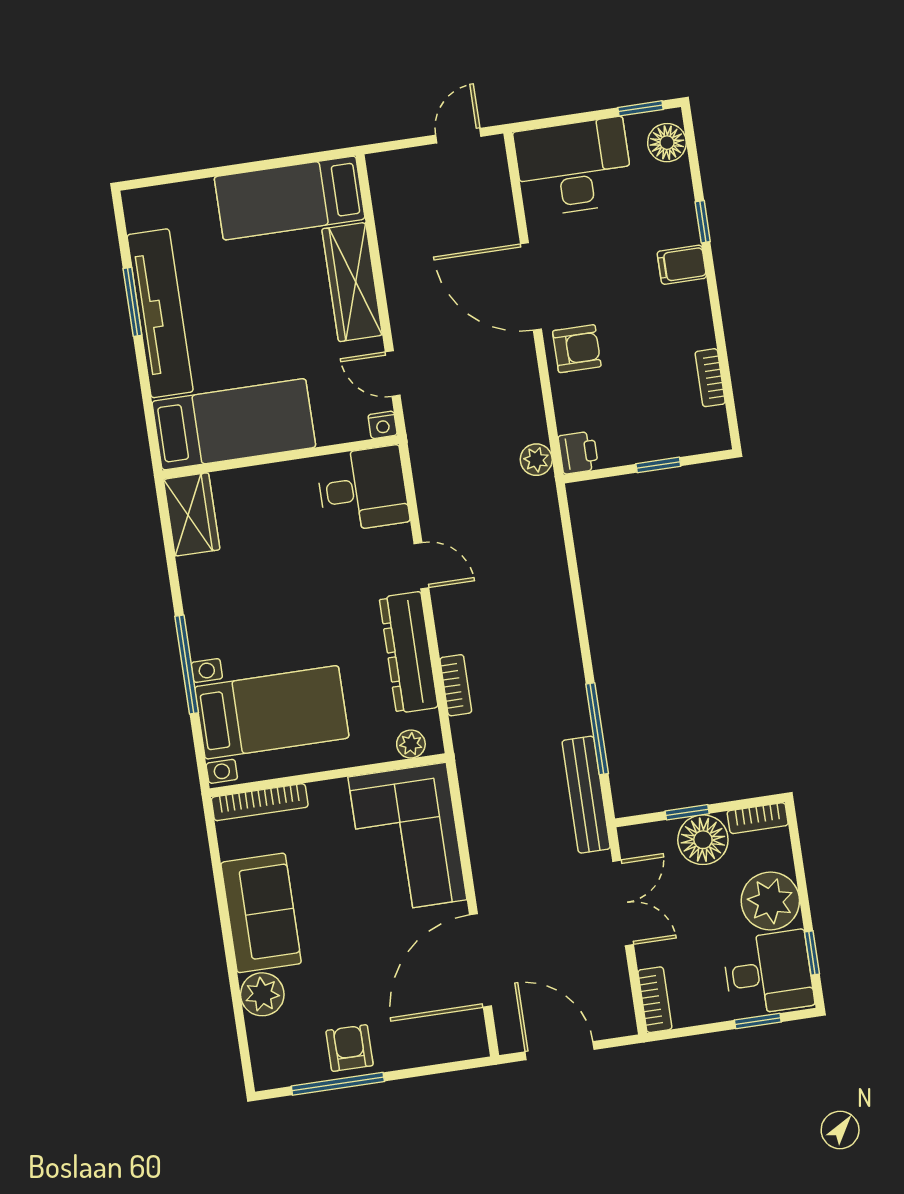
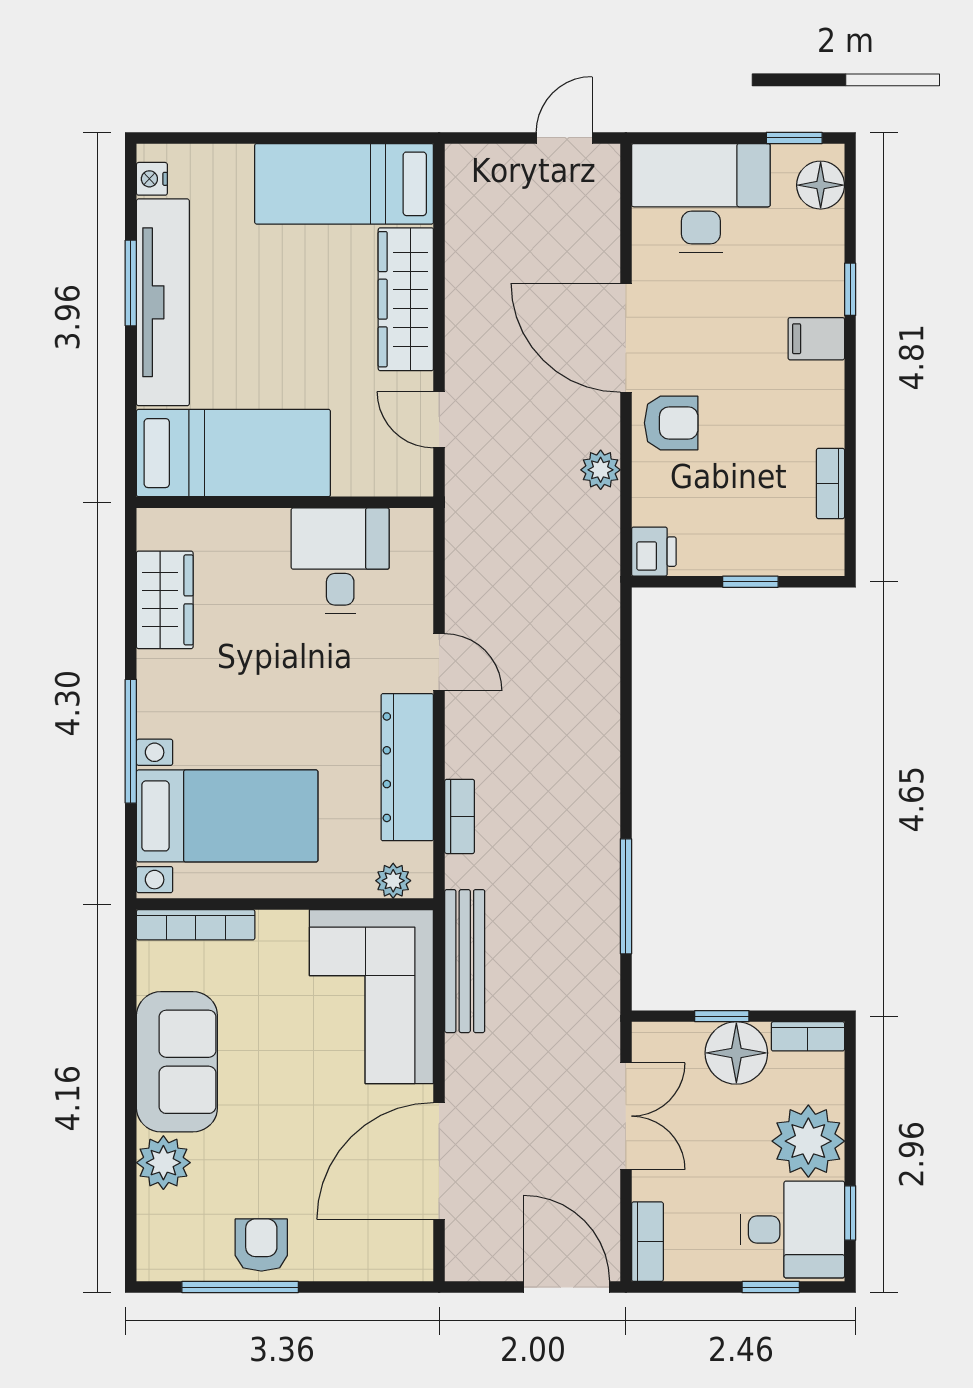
nightstand: (383, 425) -> (152, 179), moved, turned 90
plant: (536, 460) -> (601, 470), moved
desk: (363, 489) -> (340, 561), moved, turned -90
wardrobe: (192, 514) -> (165, 600), moved
bench: (586, 795) -> (465, 961), moved
door: (560, 1051) -> (566, 1287), moved

